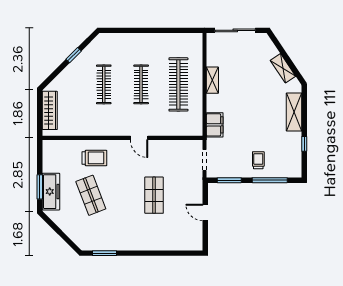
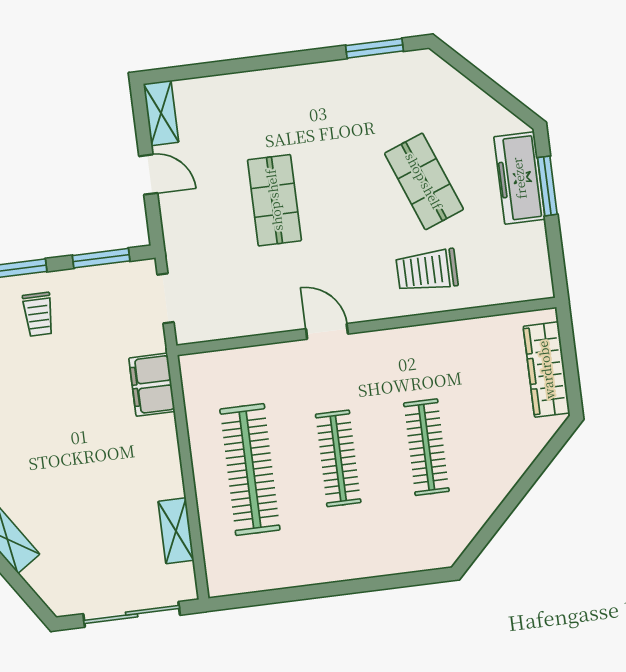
window: (74, 55) -> (507, 508), removed
shelving: (212, 80) -> (176, 531), moved
shelving: (197, 237) -> (161, 113), added

